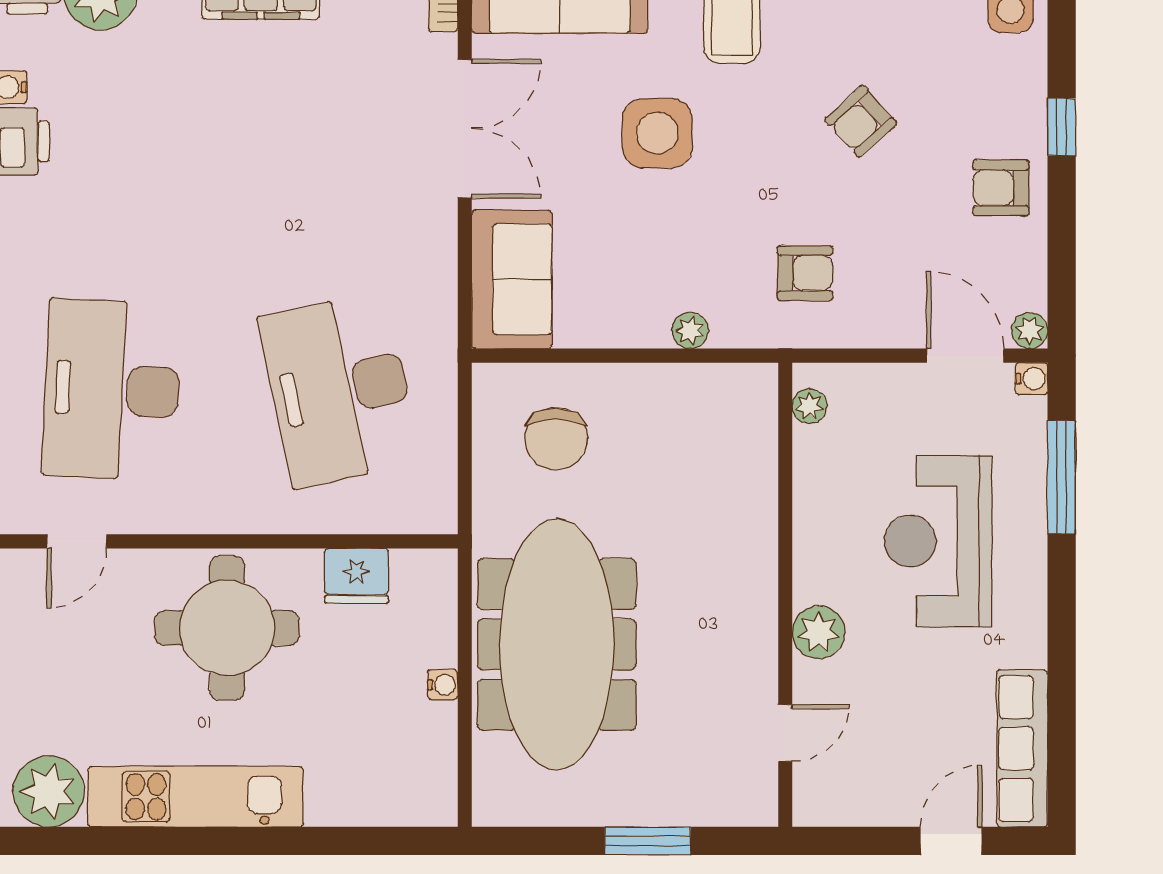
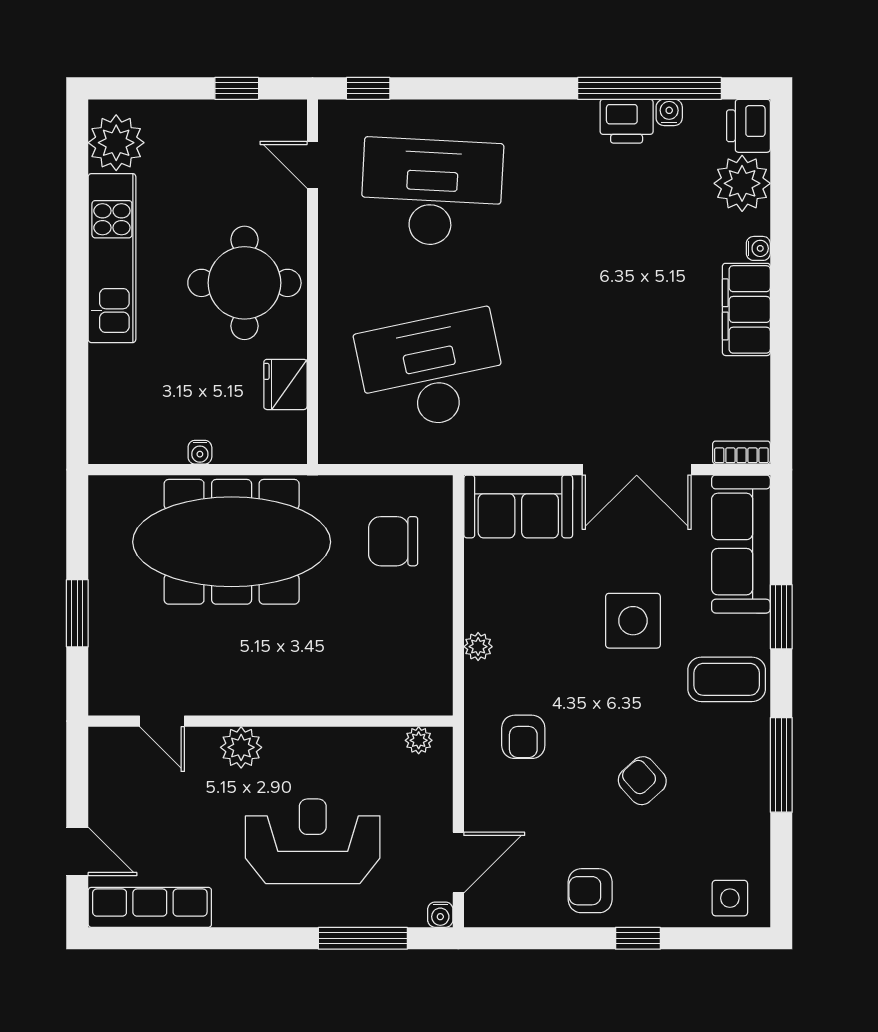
armchair: (1001, 188) -> (590, 891), turned -90
plant: (1030, 330) -> (478, 913), removed

